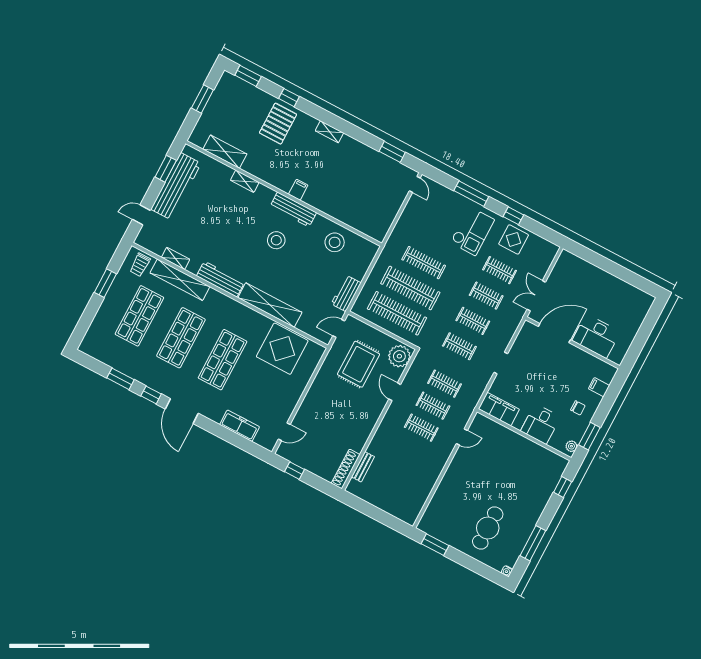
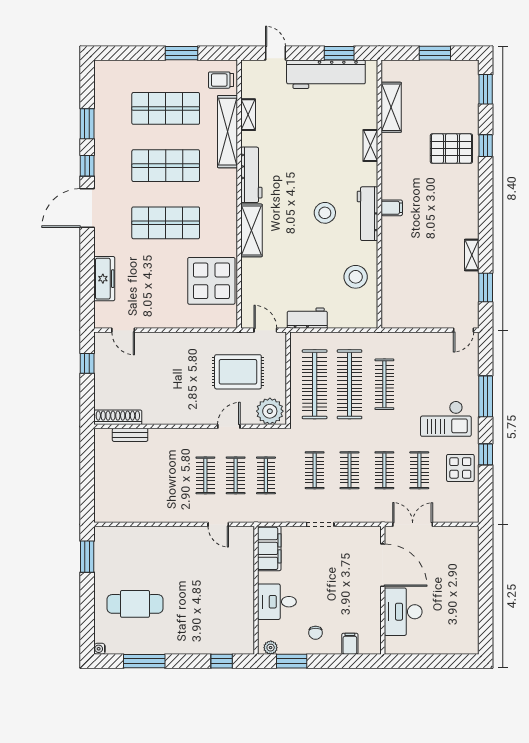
shelving: (329, 132) -> (472, 255), moved
shelving: (270, 305) -> (251, 230), width x0.68

